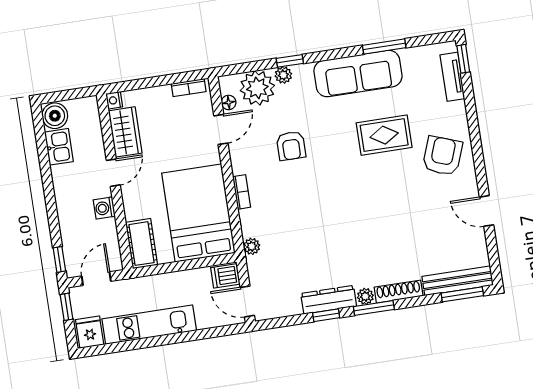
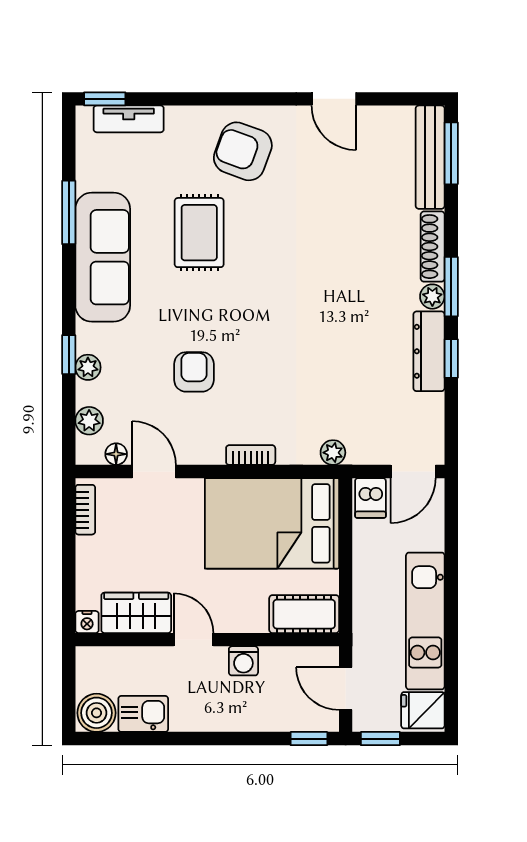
plant: (257, 88) -> (89, 421), width x0.53, depth x0.53
armchair: (291, 146) -> (194, 372), turned -90
door: (487, 211) -> (334, 99), hinge flipped

